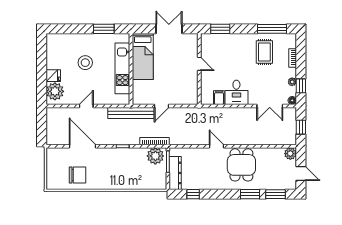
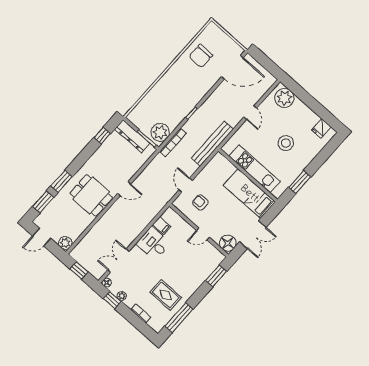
floor lamp: (190, 41) -> (228, 243), added
fridge: (53, 76) -> (321, 128), moved
armchair: (179, 85) -> (200, 202), added
door: (162, 106) -> (186, 185), moved
door: (83, 146) -> (232, 67), moved

